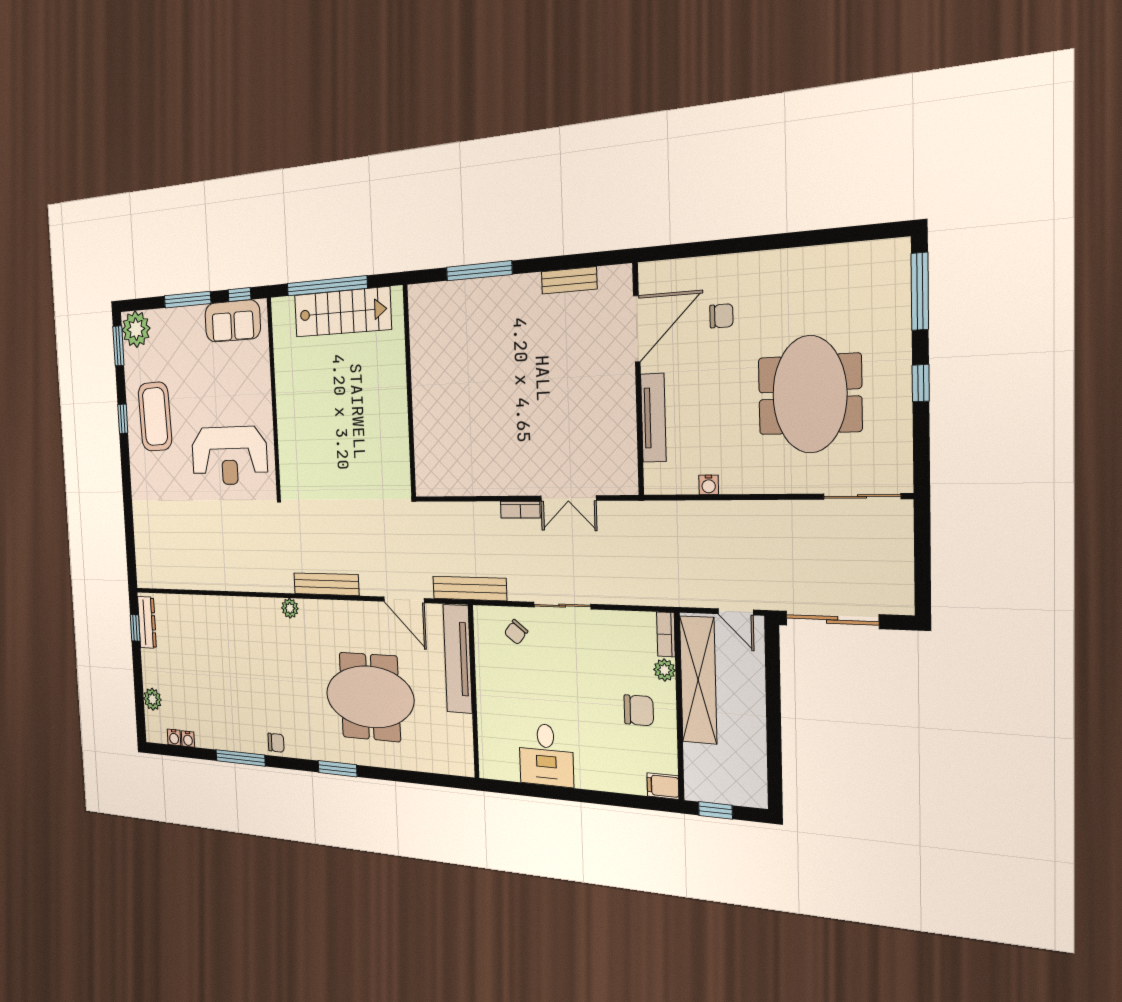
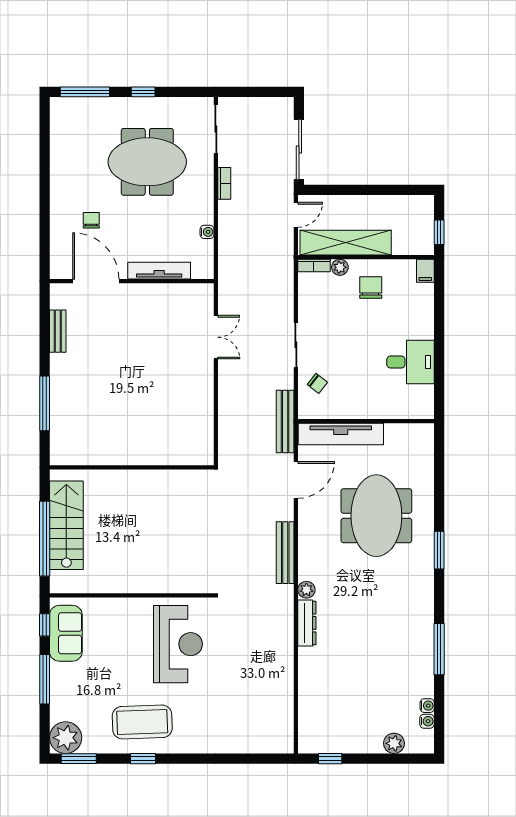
bookcase: (520, 510) -> (224, 183), moved
dresser: (147, 622) -> (307, 623), moved, turned 90
chair: (276, 743) -> (422, 611), removed

